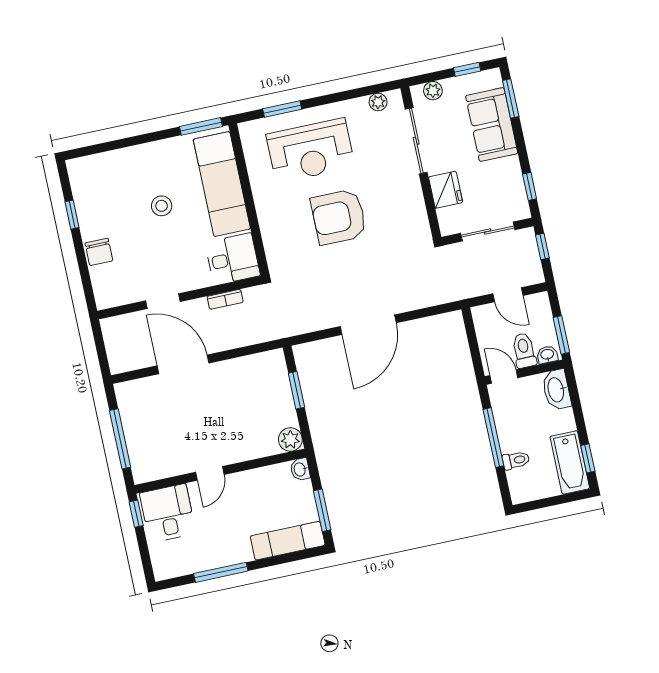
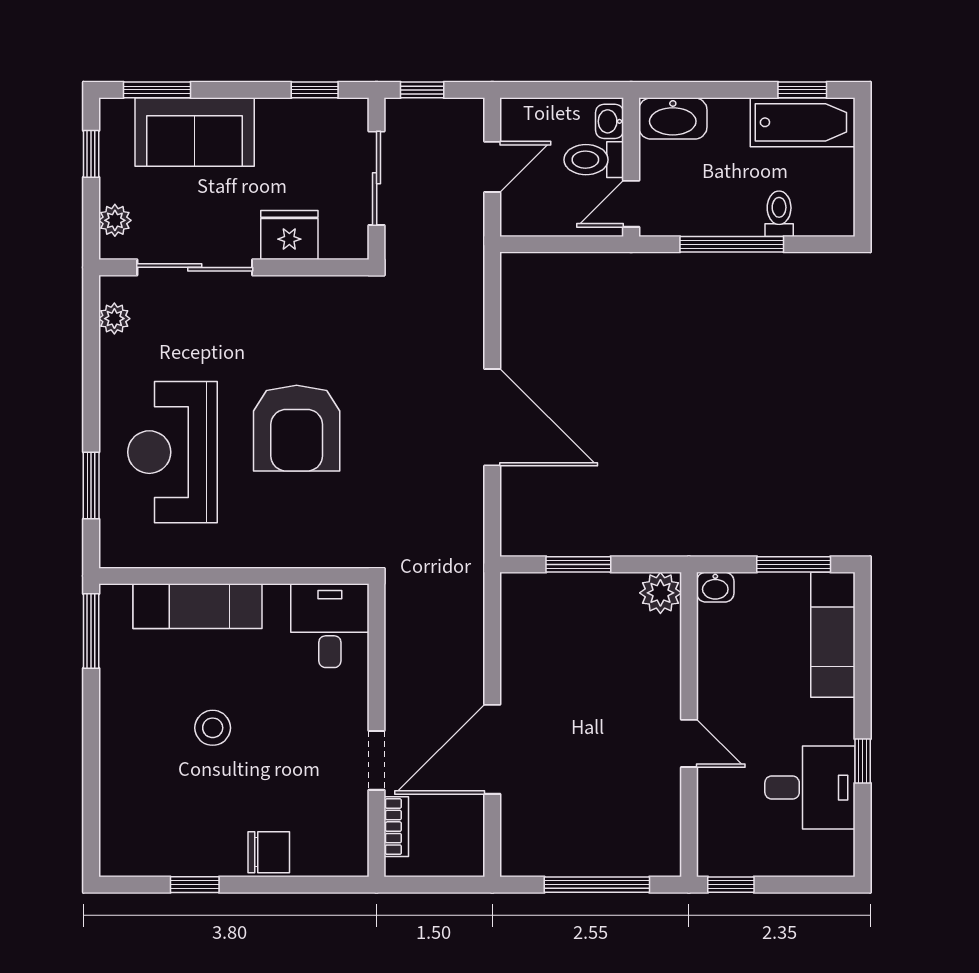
reception desk: (311, 150) -> (172, 452), turned 180
exam couch: (222, 184) -> (197, 606), width x0.73, depth x0.69
bookcase: (225, 299) -> (396, 827), moved
window: (561, 335) -> (581, 90), removed
desk: (168, 513) -> (810, 788), moved, turned 180
window: (221, 572) -> (863, 761), width x0.46

